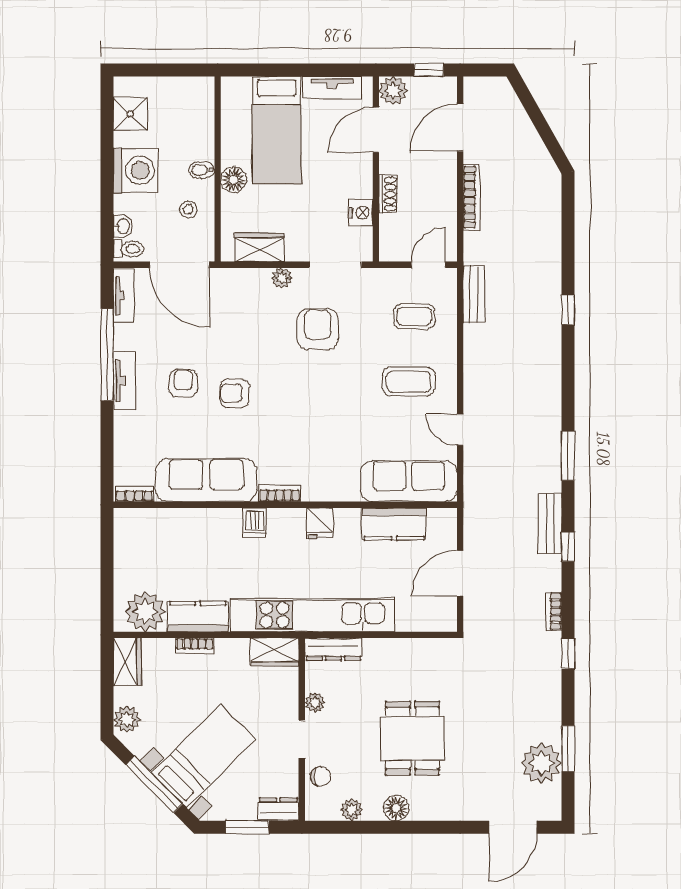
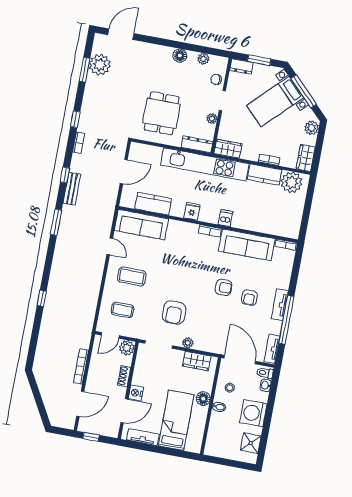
plant: (393, 91) -> (127, 348), moved
nightstand: (360, 213) -> (136, 393), moved
bench: (474, 294) -> (89, 316), removed
dining table: (412, 738) -> (162, 113), moved

